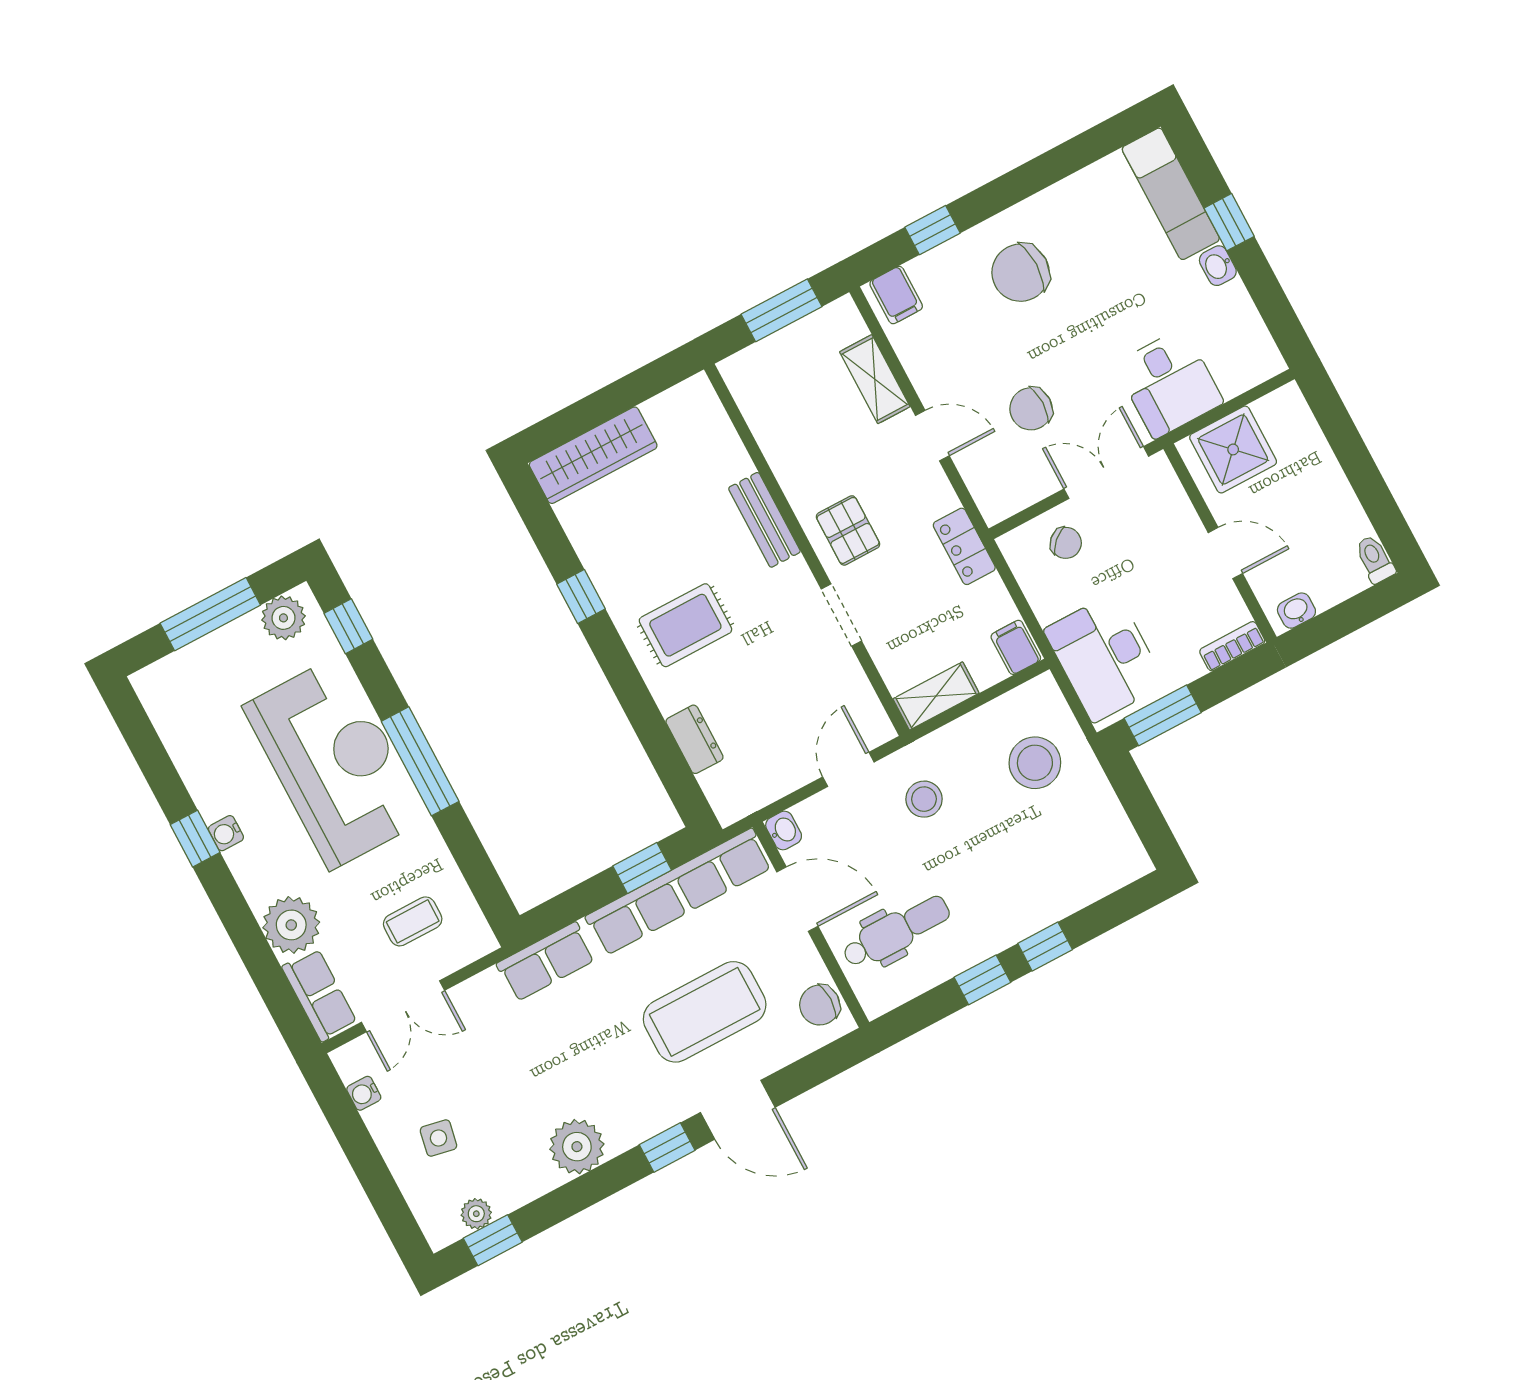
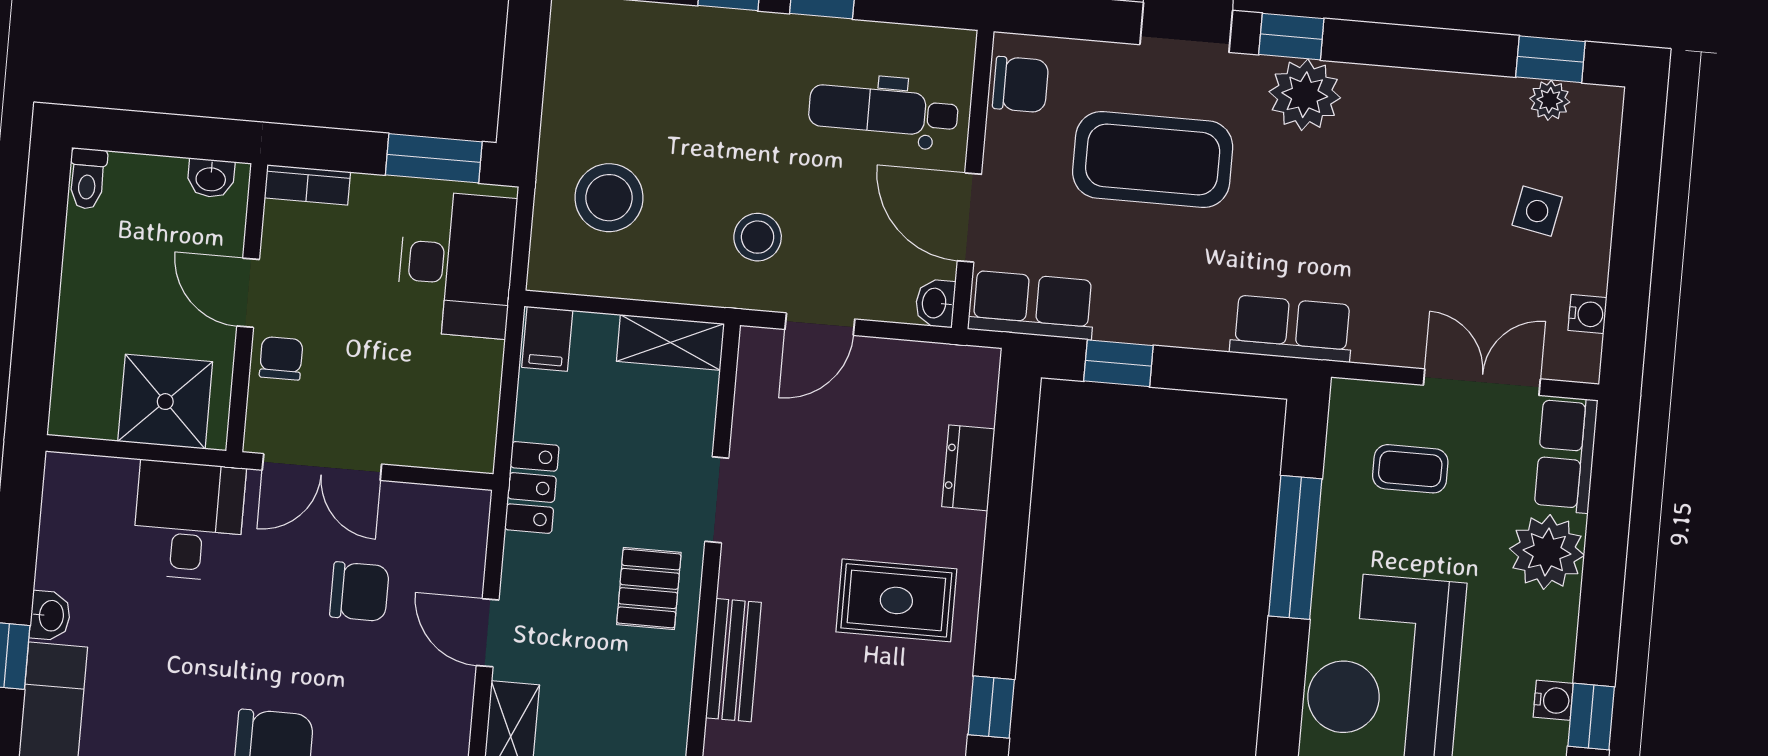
chair: (1066, 543) -> (281, 358), moved, turned 43
window: (420, 761) -> (1295, 547), moved
row of seats: (679, 892) -> (1032, 305), width x0.50
plant: (577, 1147) -> (1305, 95), moved

